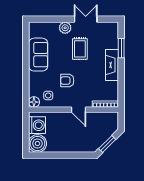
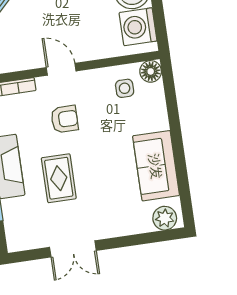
plant: (65, 28) -> (165, 218), moved
rug: (80, 49) -> (59, 178), moved
armchair: (67, 81) -> (65, 119), moved

